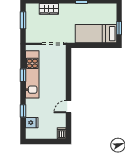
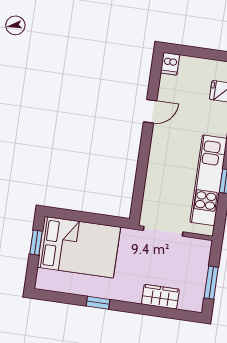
bed: (96, 34) -> (79, 247), width x1.50

